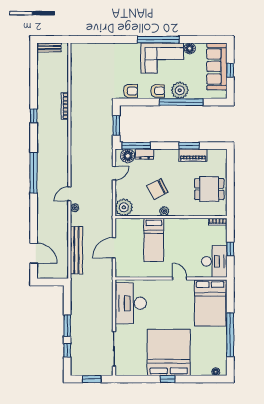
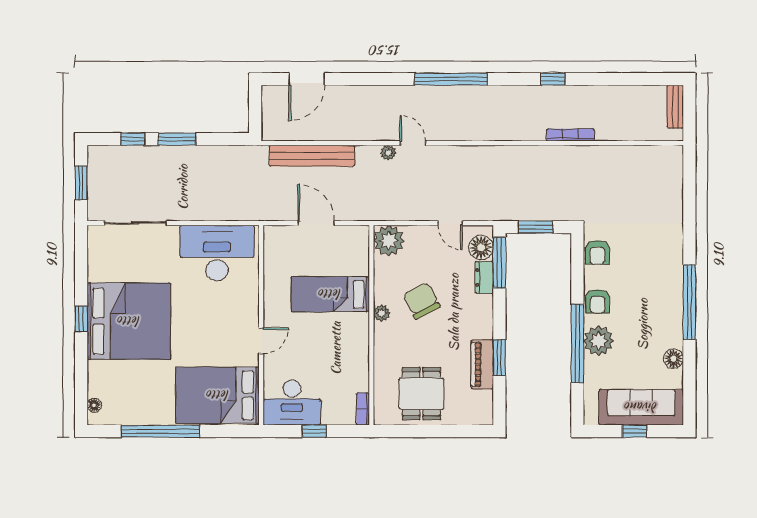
corner sofa: (162, 58) -> (656, 309), removed

